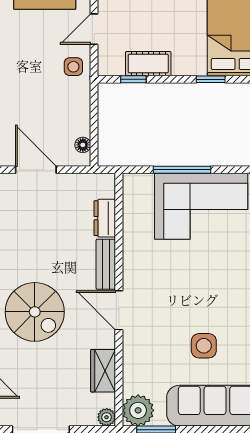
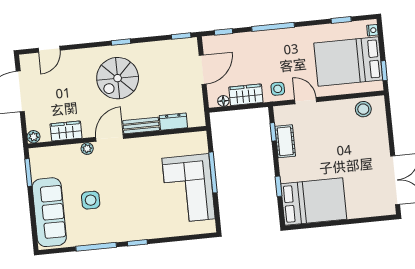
wardrobe: (77, 112) -> (246, 95), added
spiral stairs: (35, 312) -> (118, 78), moved
plant: (138, 410) -> (87, 149), moved, width x0.53, depth x0.53

